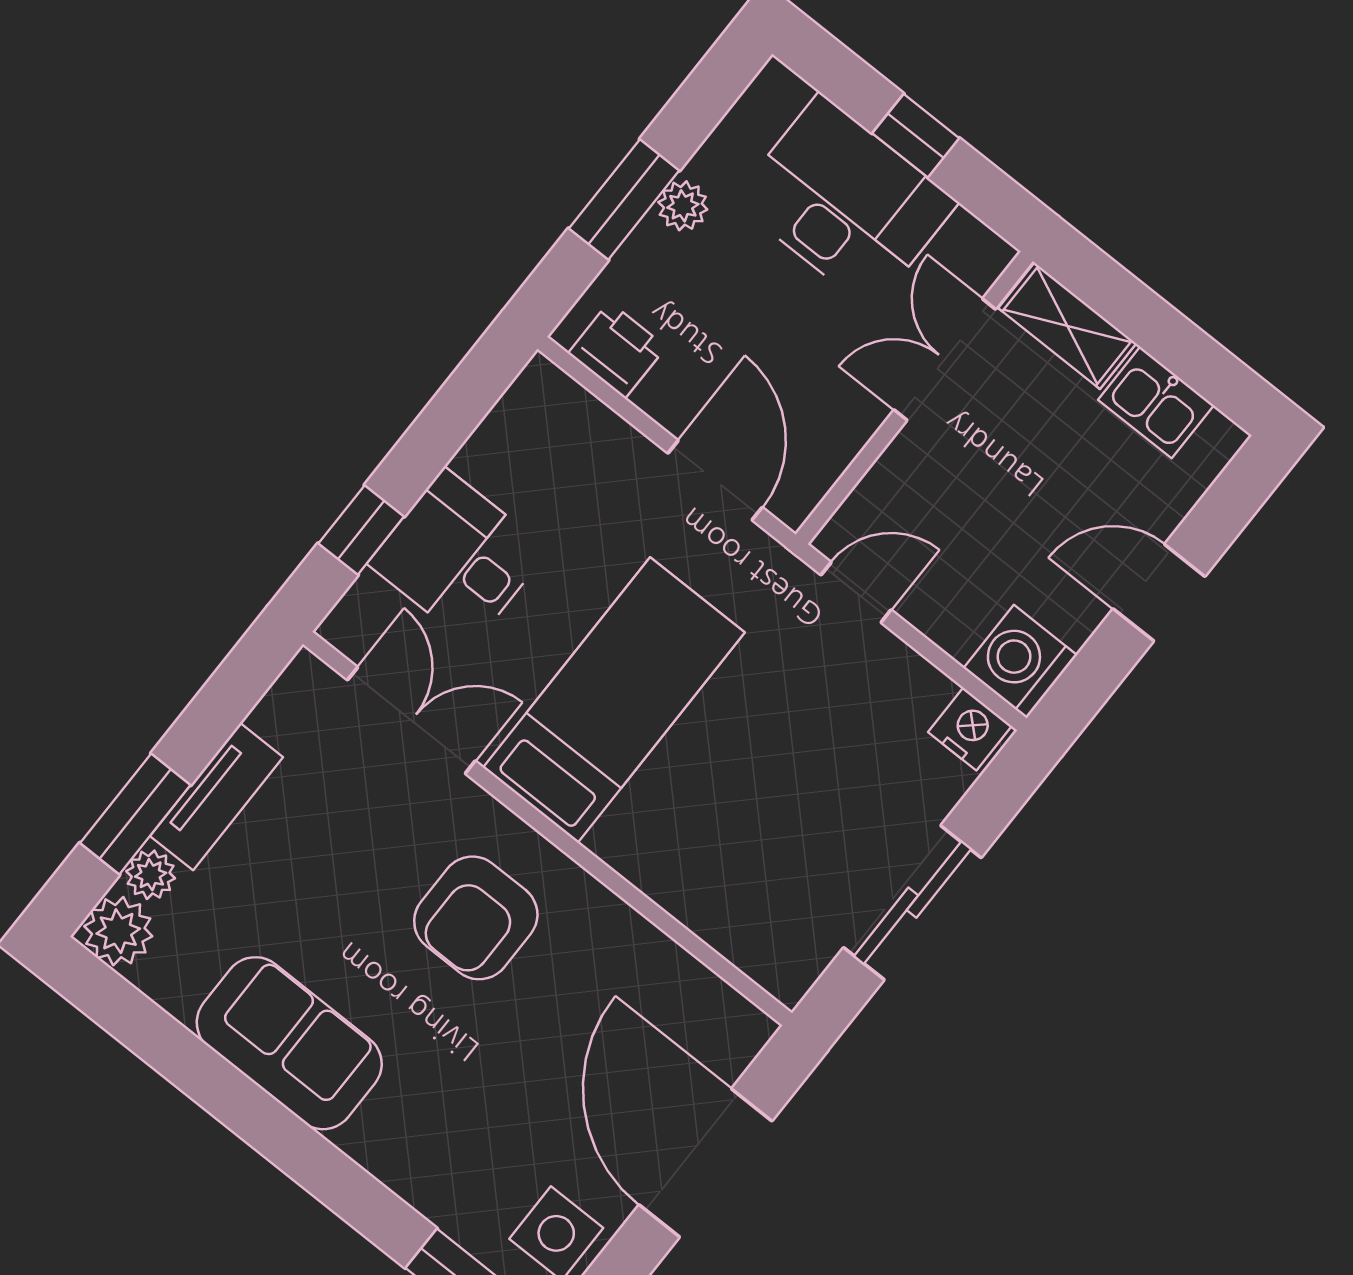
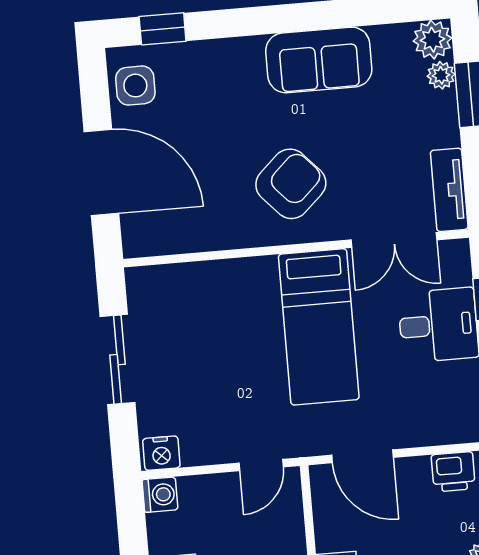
washing machine: (1020, 662) -> (160, 495), width x0.73, depth x0.73
tv unit: (216, 797) -> (449, 190), moved
armchair: (476, 918) -> (291, 184), turned 47

